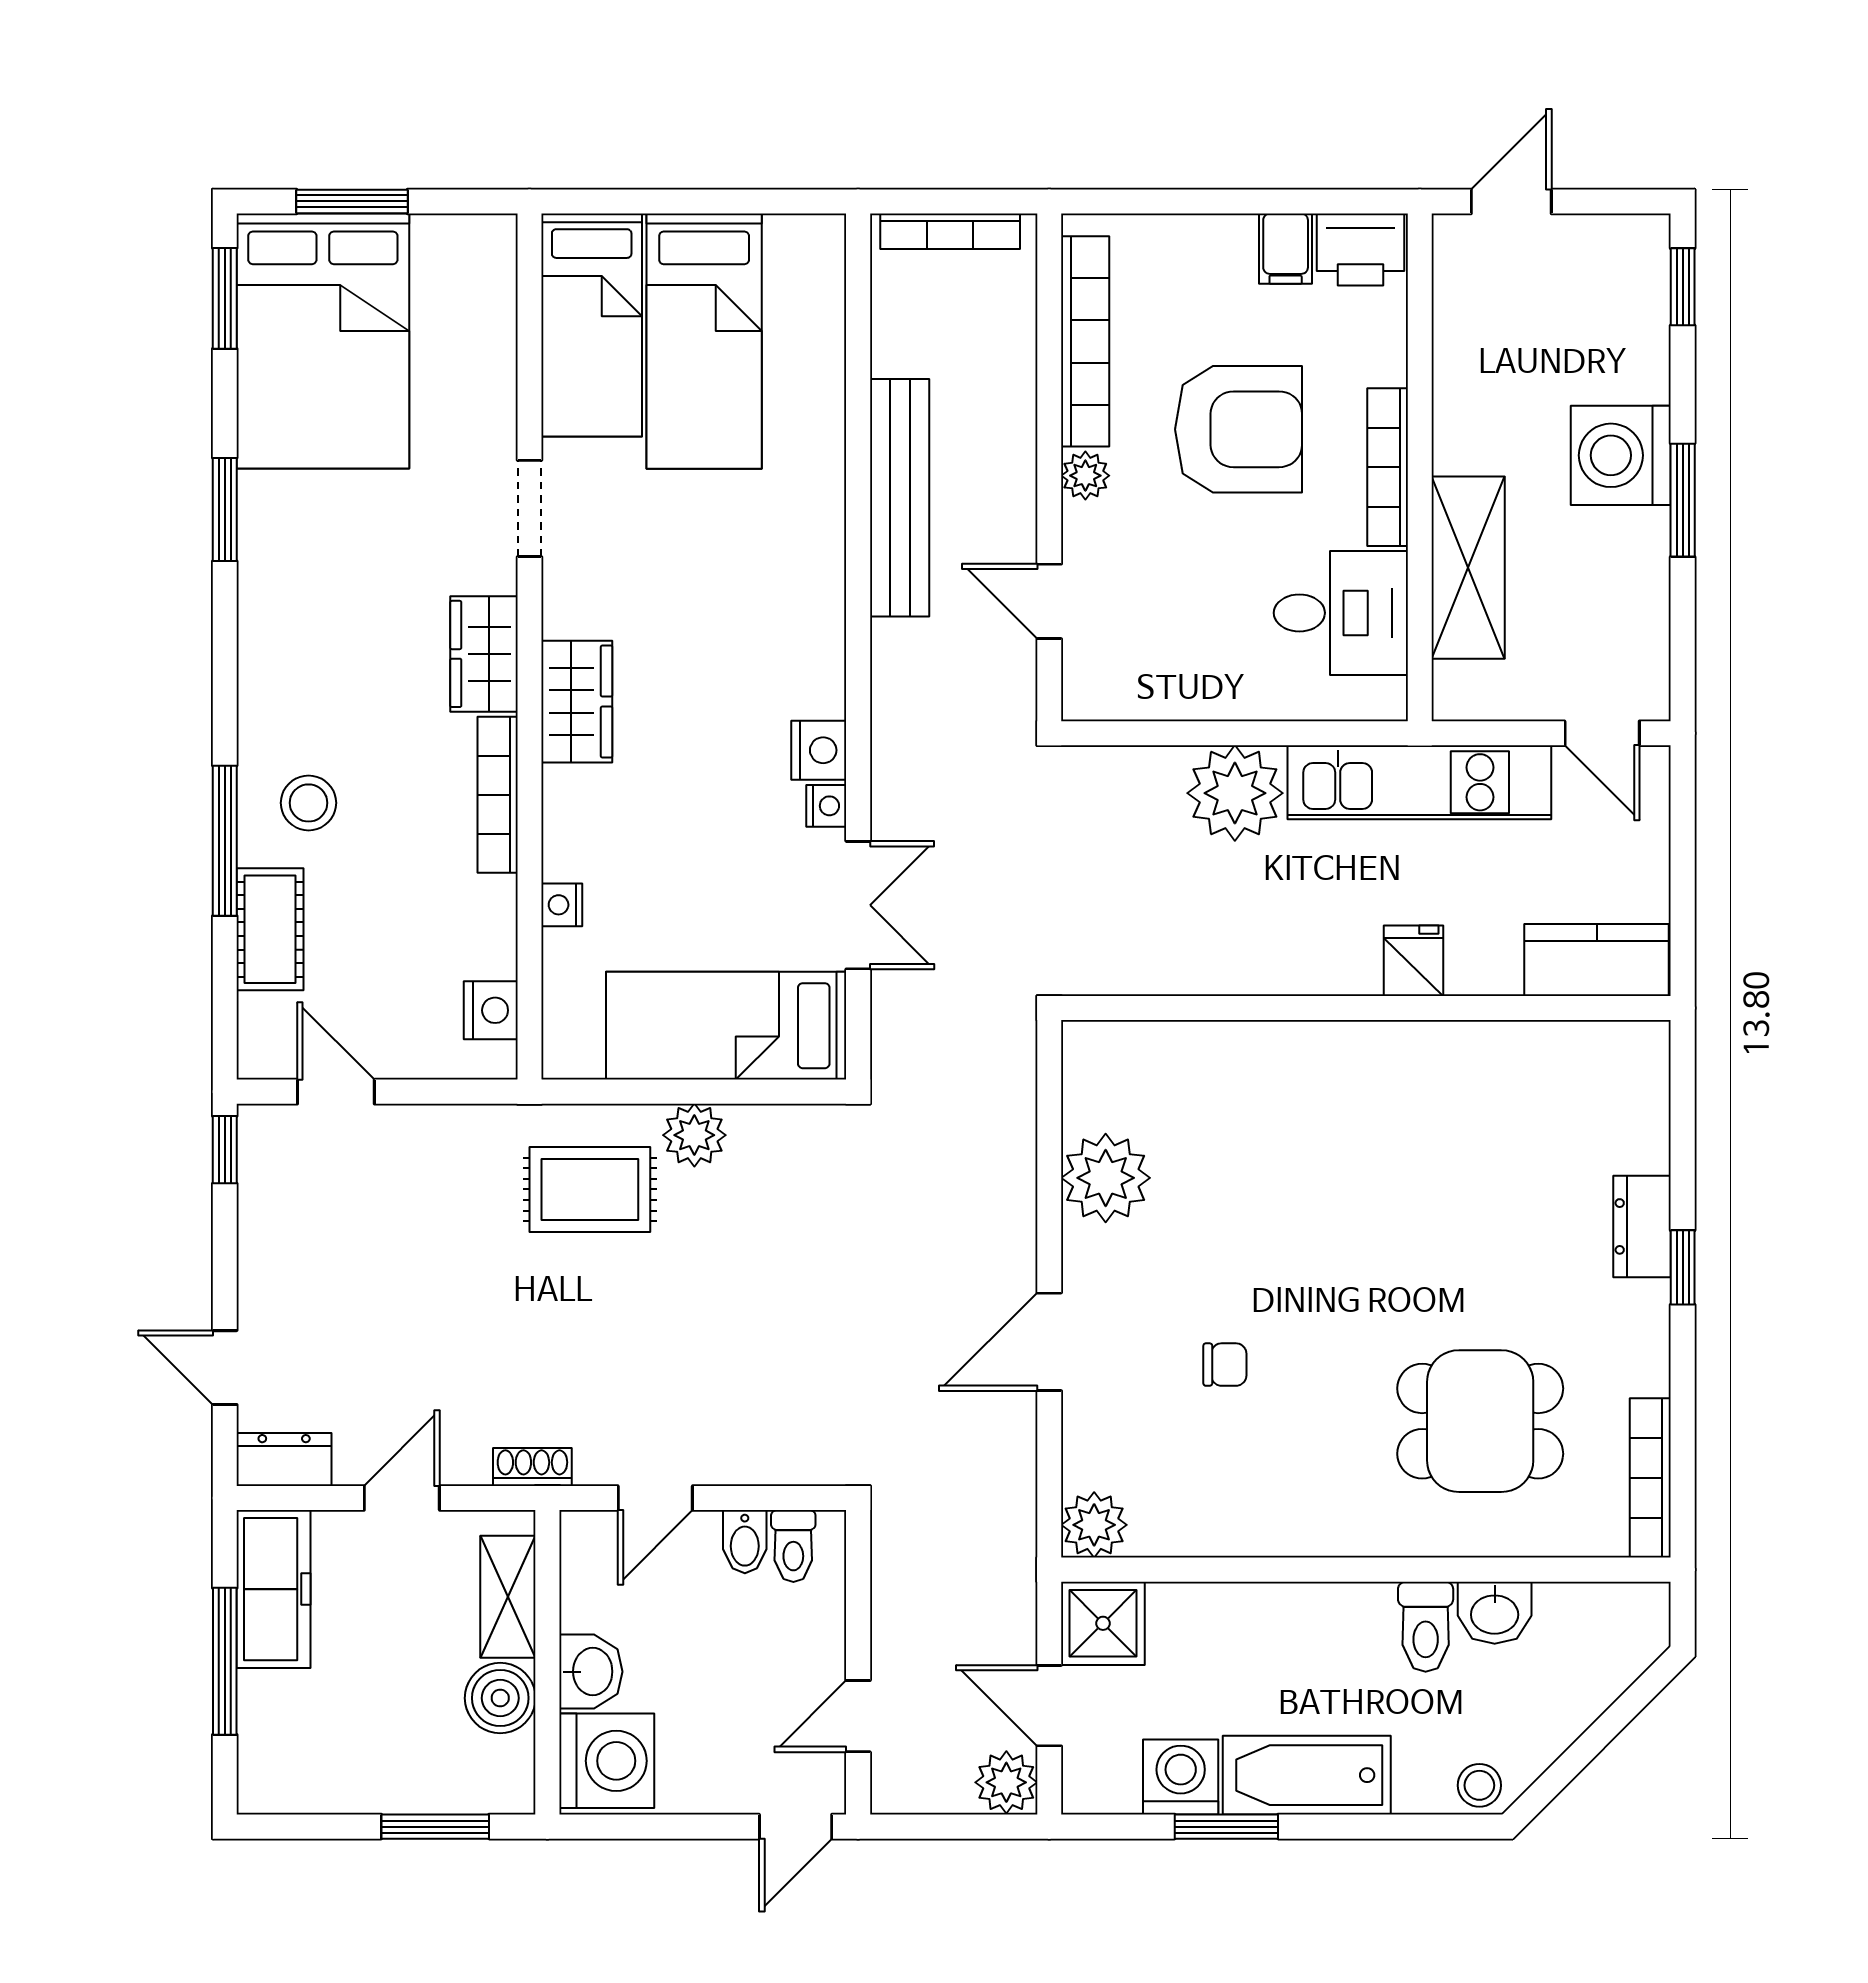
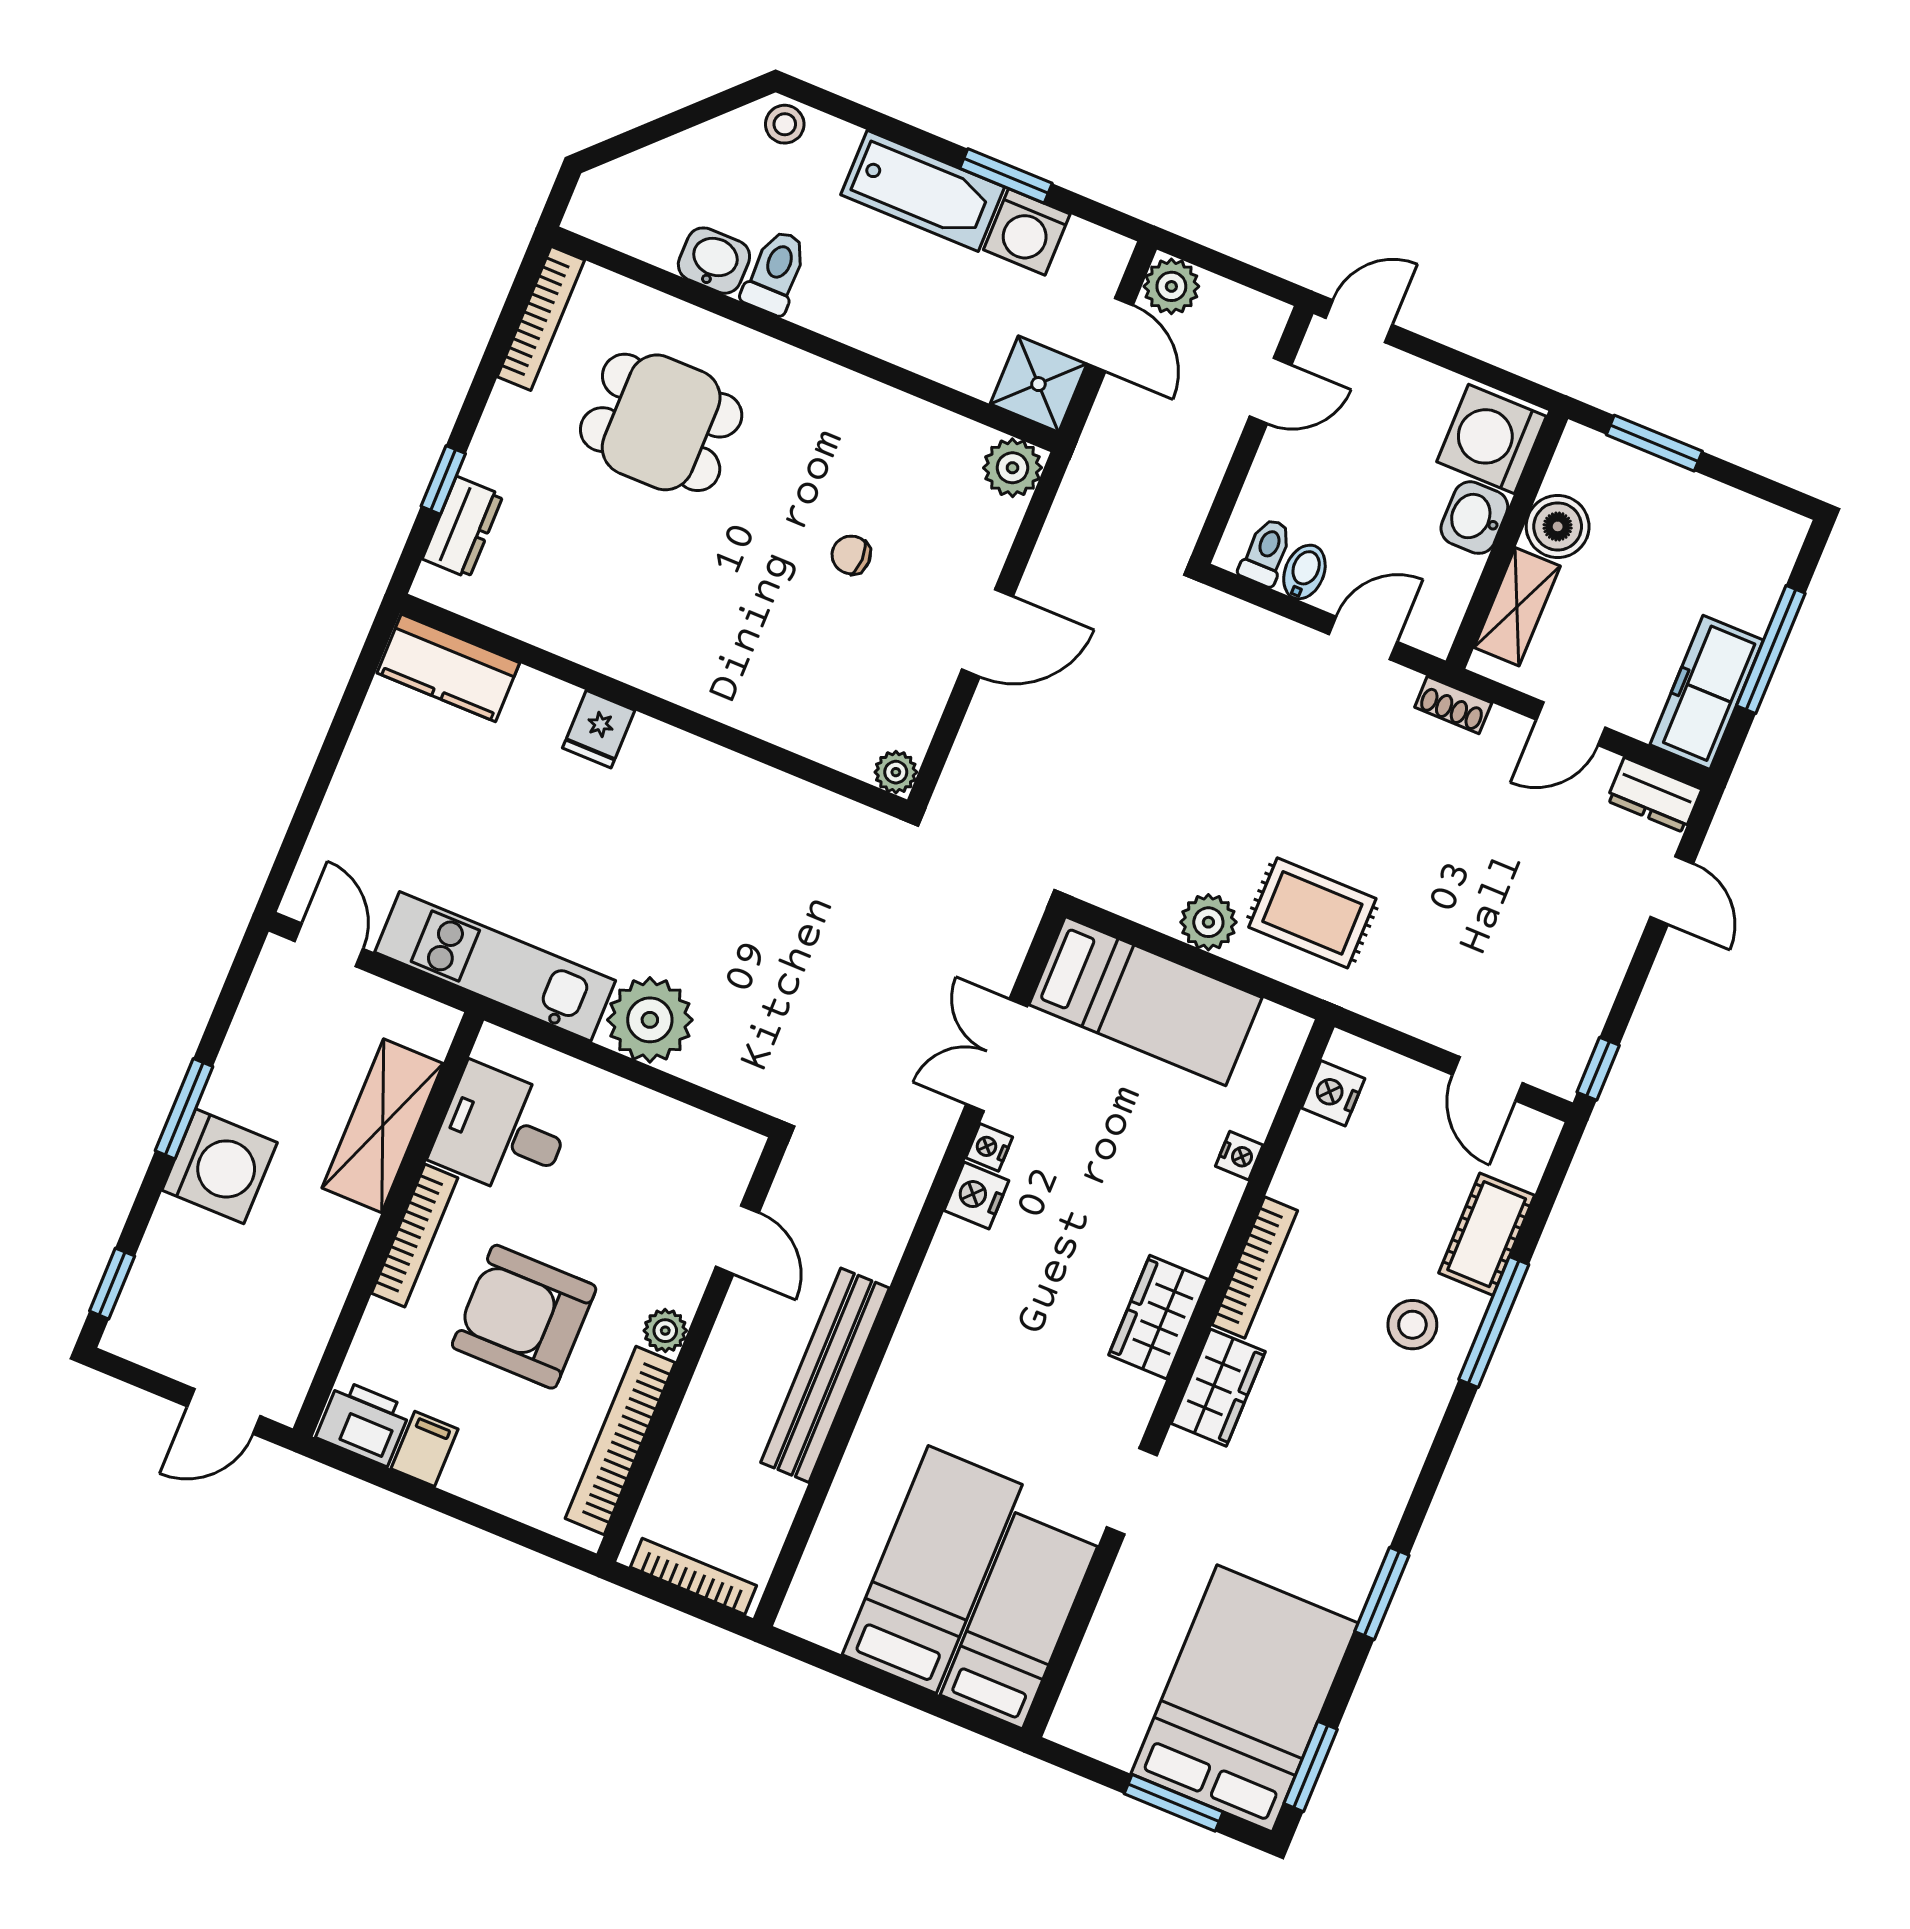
kitchen counter: (1597, 960) -> (448, 668), moved
fridge: (1413, 961) -> (599, 729), moved
wall: (1366, 1008) -> (653, 706), moved
plant: (1106, 1178) -> (896, 772), width x0.53, depth x0.53

